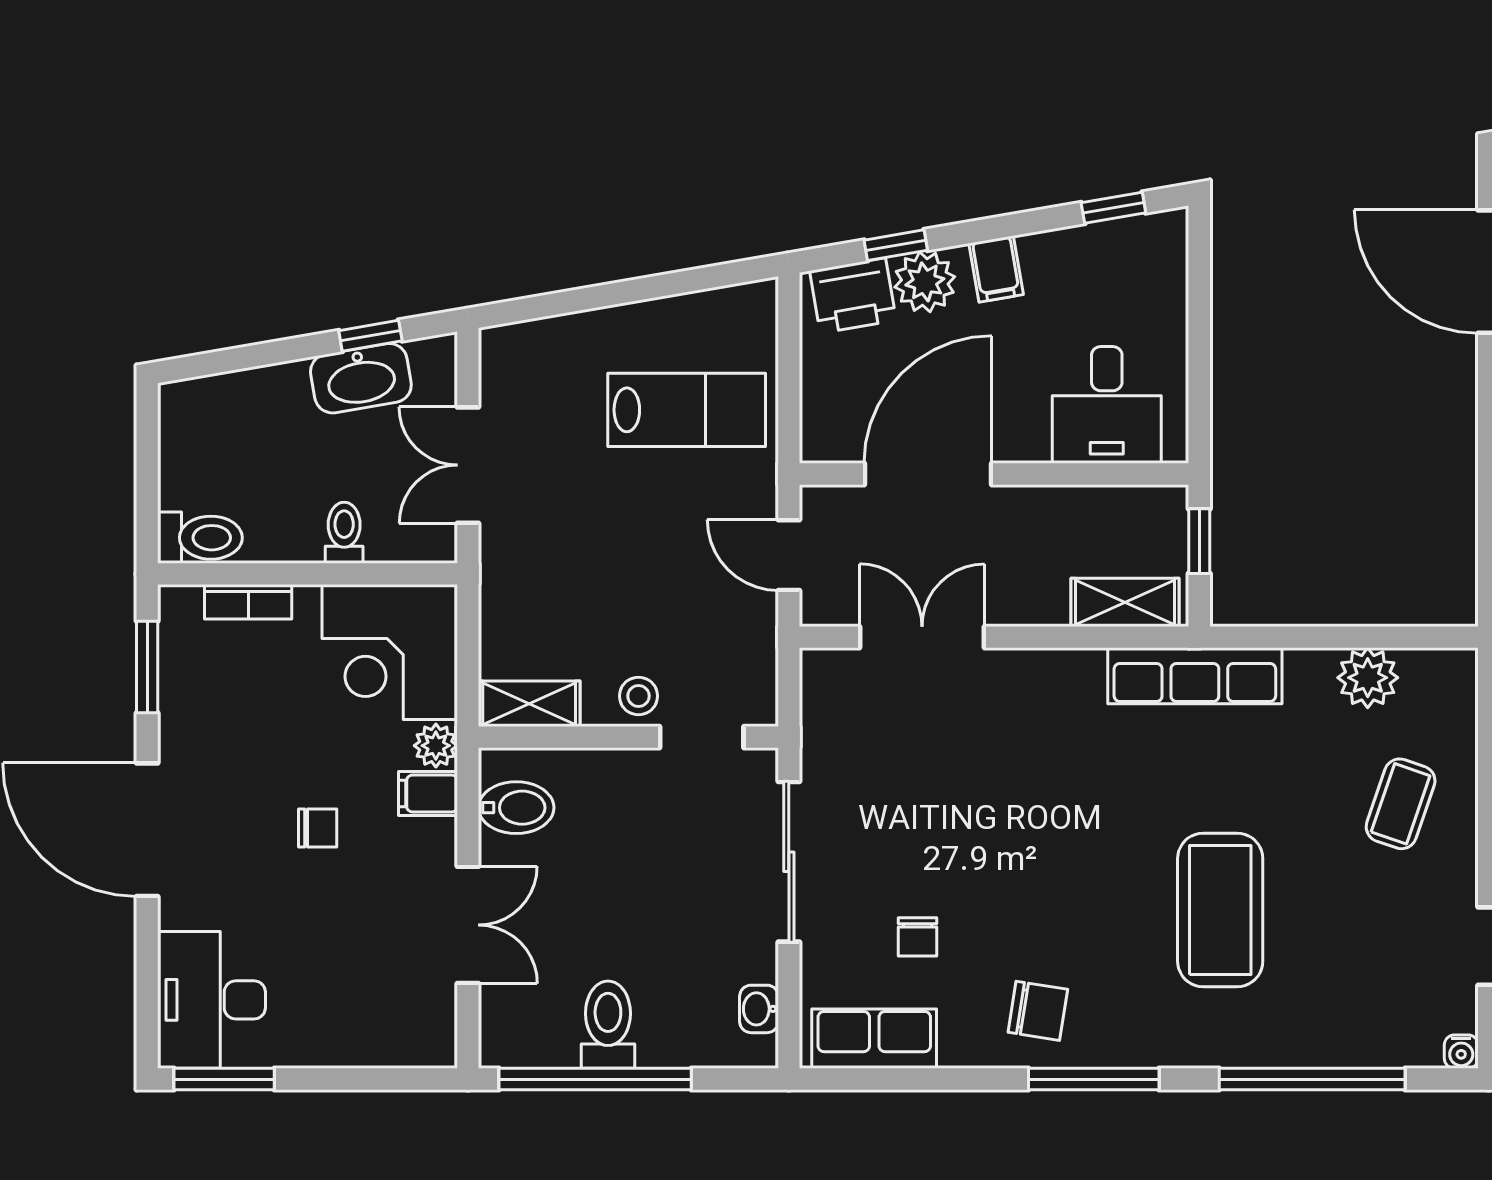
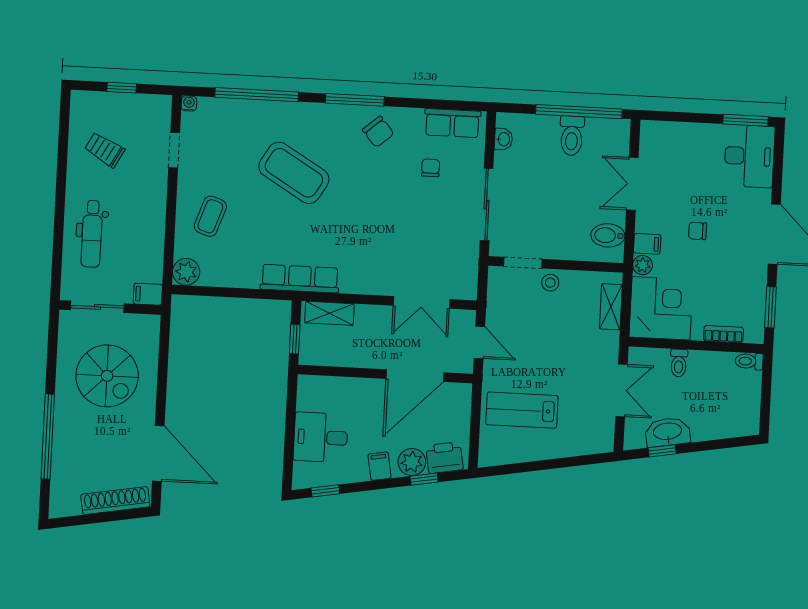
desk: (1107, 405) -> (321, 437), moved, turned -90
toilet: (200, 538) -> (749, 361), width x0.73, depth x0.72
plant: (1368, 678) -> (186, 272), moved
shelving: (529, 704) -> (611, 307), moved, turned 90
coffee table: (1220, 910) -> (294, 173), turned -59
chair: (1038, 1011) -> (378, 132), turned -140

